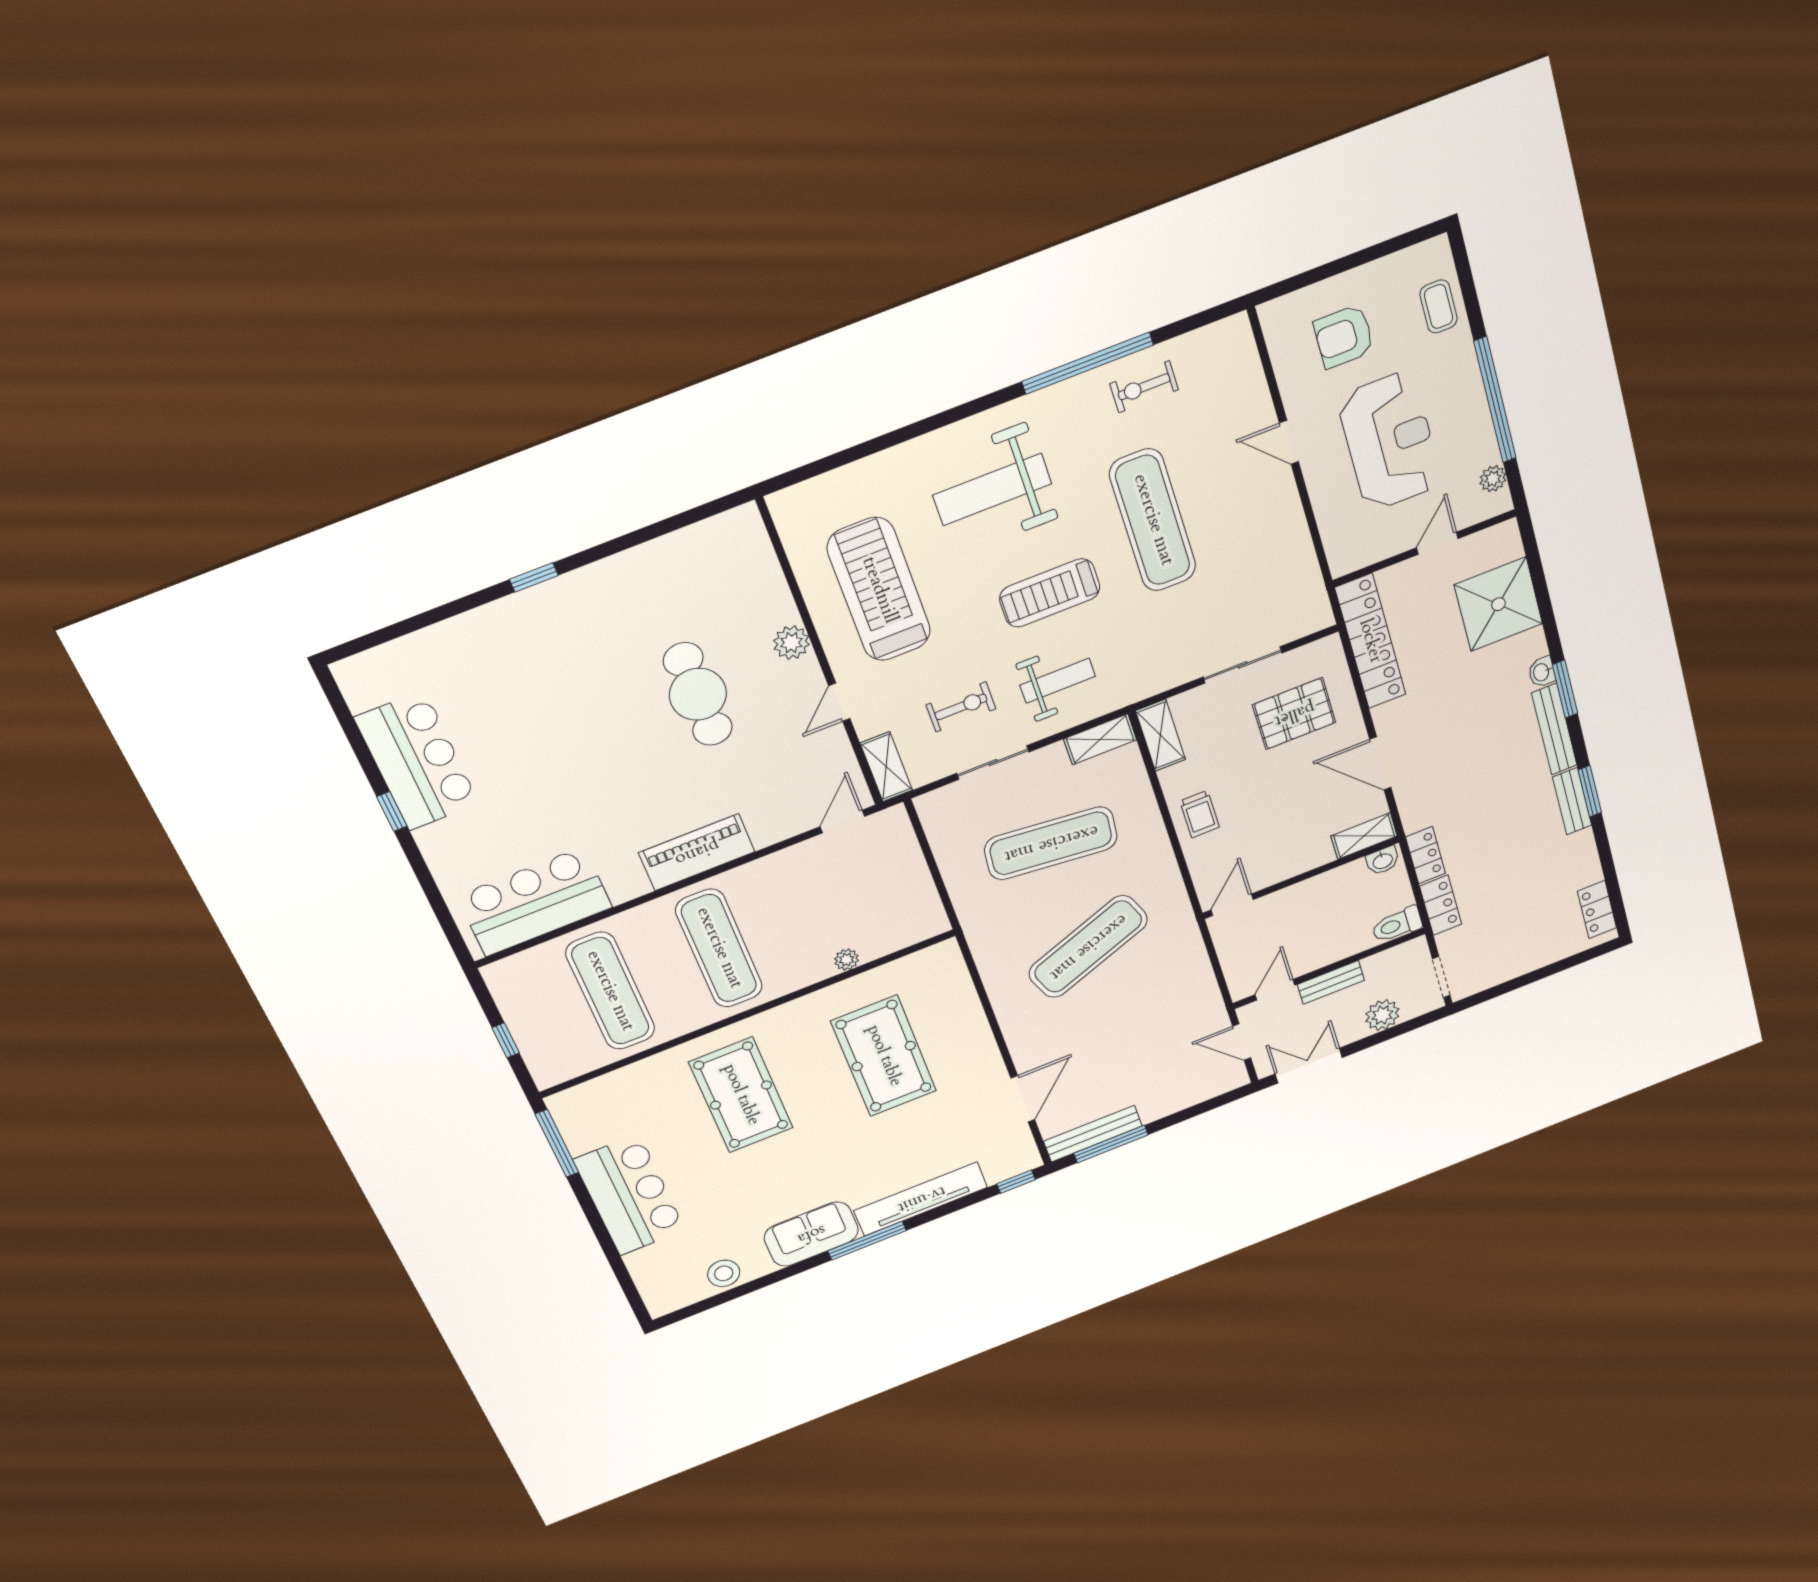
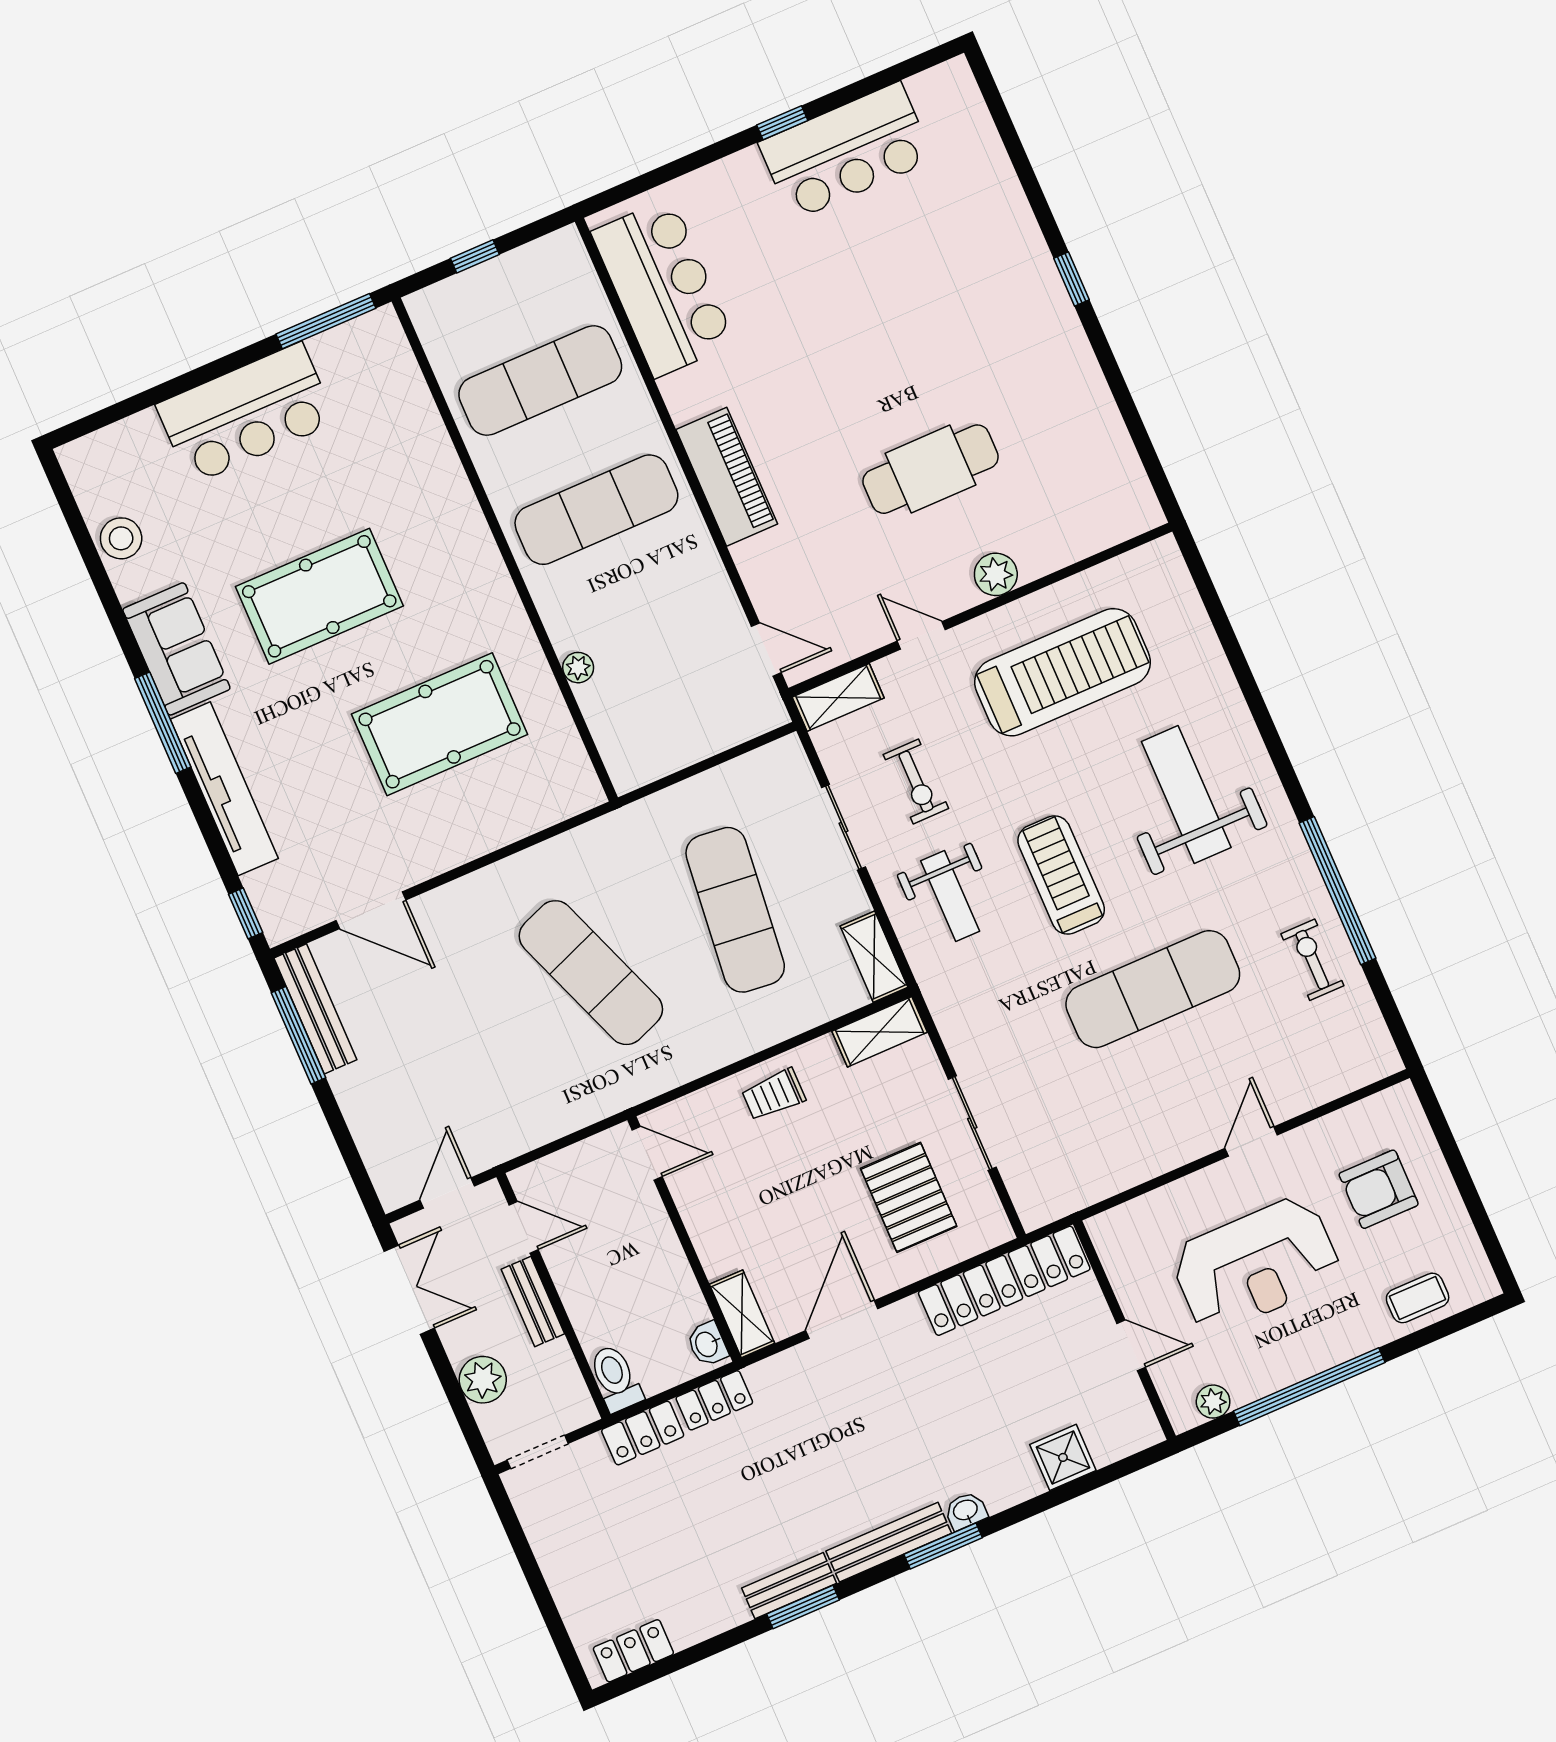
armchair: (1344, 336) -> (1379, 1189), turned -90
shower: (1498, 604) -> (1063, 1457), width x0.54, depth x0.54
pool table: (741, 1095) -> (319, 596), moved

